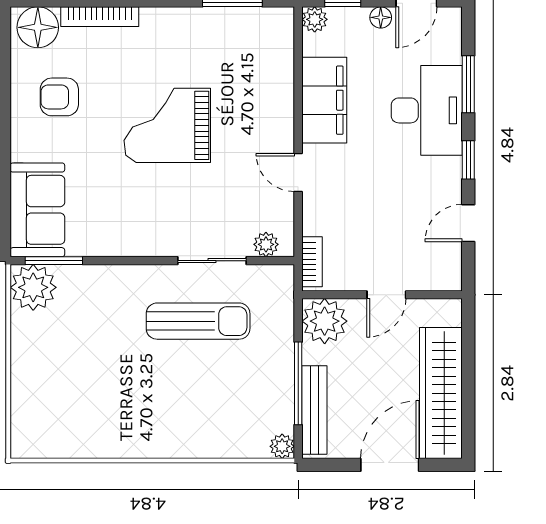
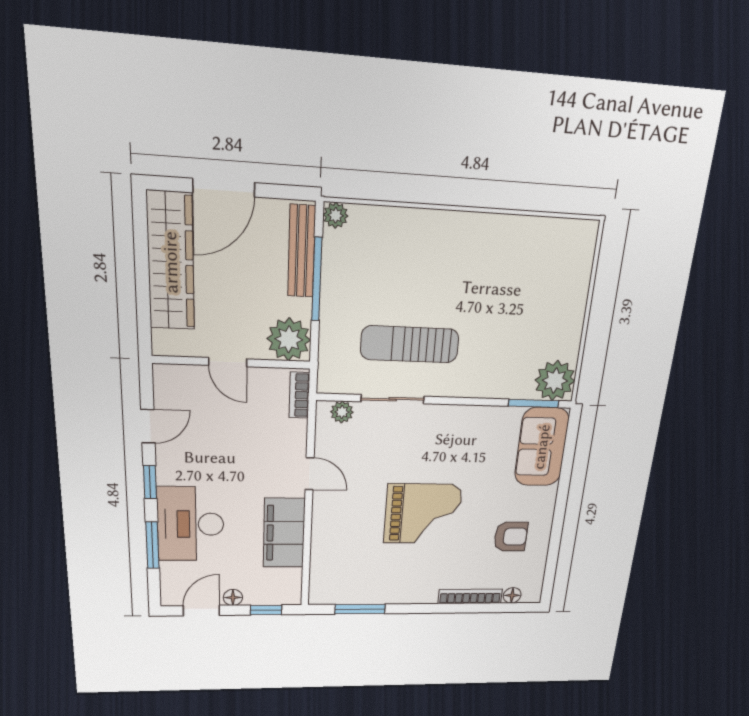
plant: (315, 19) -> (291, 596), removed
floor lamp: (38, 27) -> (512, 595), width x0.53, depth x0.53
door: (386, 295) -> (228, 362), swing flipped

